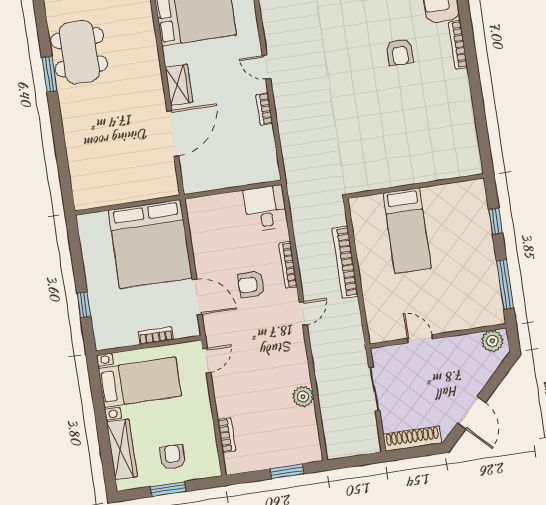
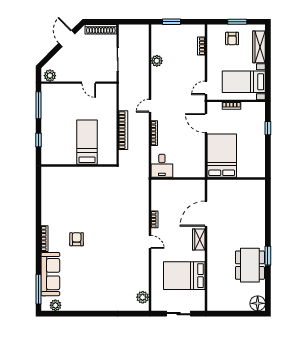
bed: (150, 244) -> (222, 156), width x0.73
armchair: (251, 284) -> (176, 126), removed

